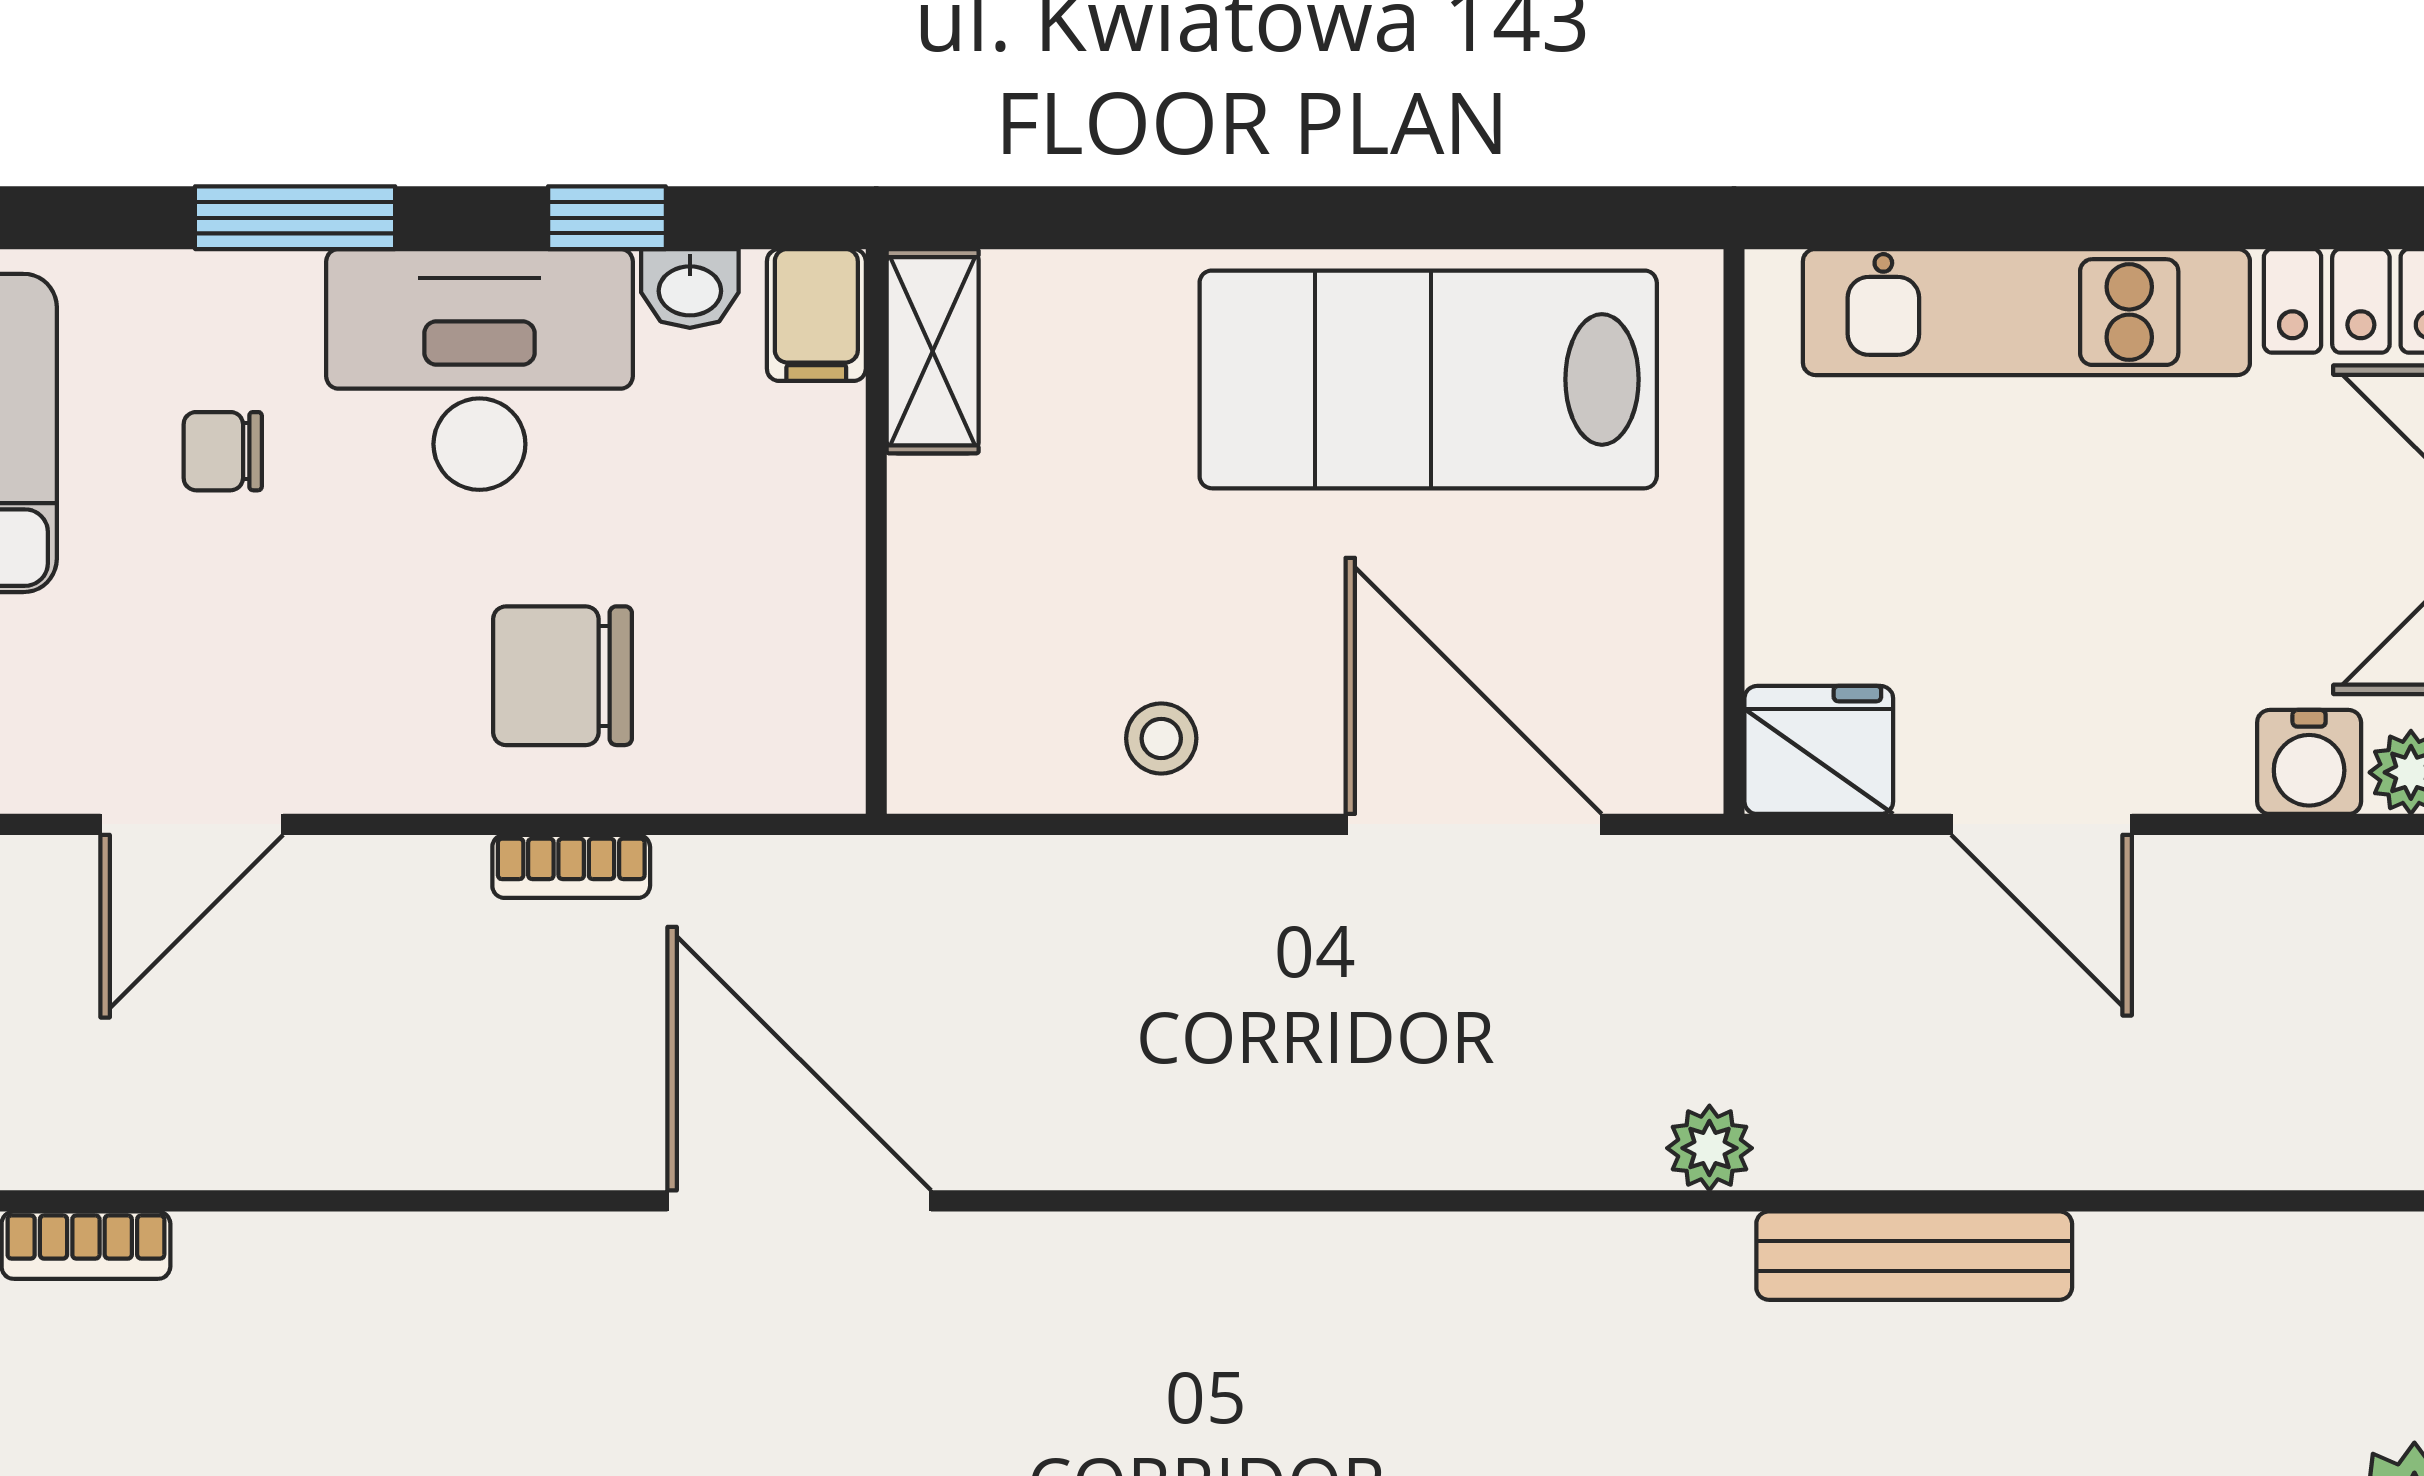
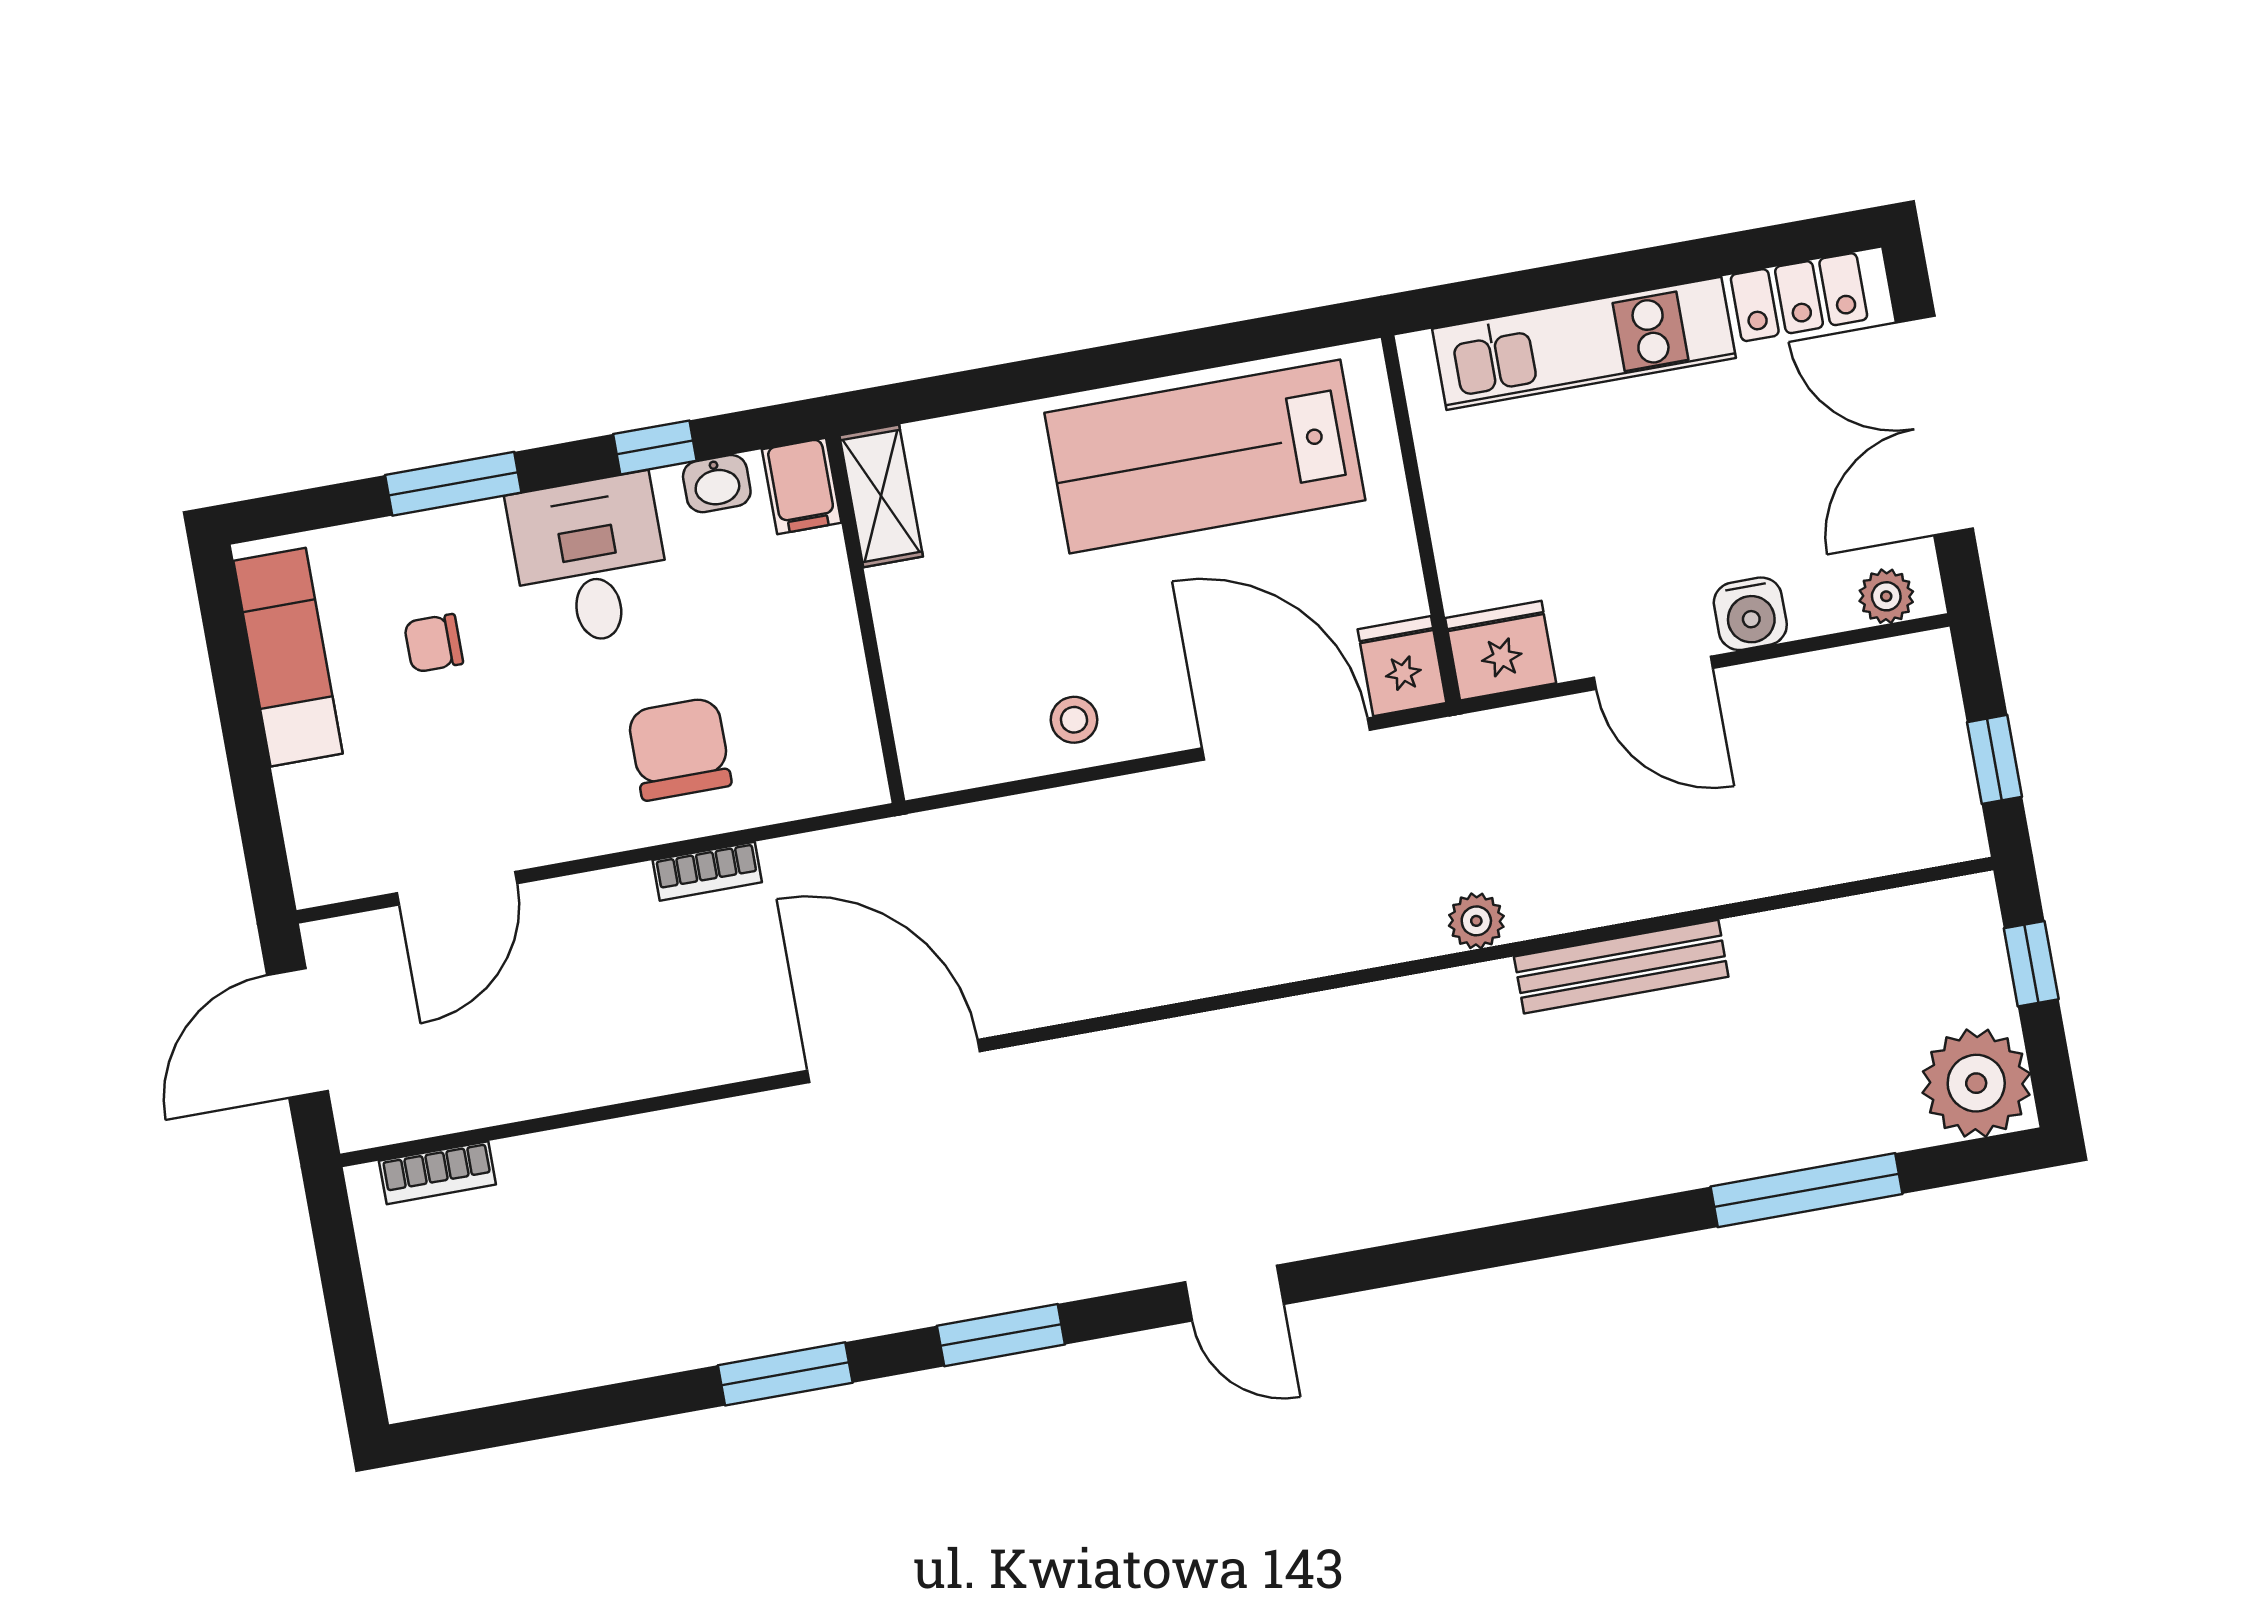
desk: (479, 369) -> (590, 560), width x0.73
chair: (563, 676) -> (679, 749), turned 90
fridge: (1667, 747) -> (1402, 666), added
water cooler: (2309, 762) -> (1750, 614), moved

